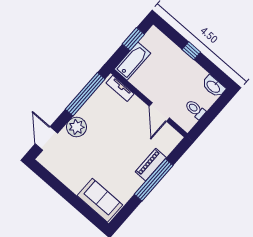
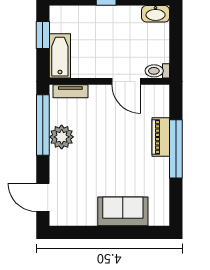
toilet: (195, 109) -> (157, 71), moved
plant: (77, 127) -> (62, 137), moved
sofa: (100, 200) -> (123, 211), moved

